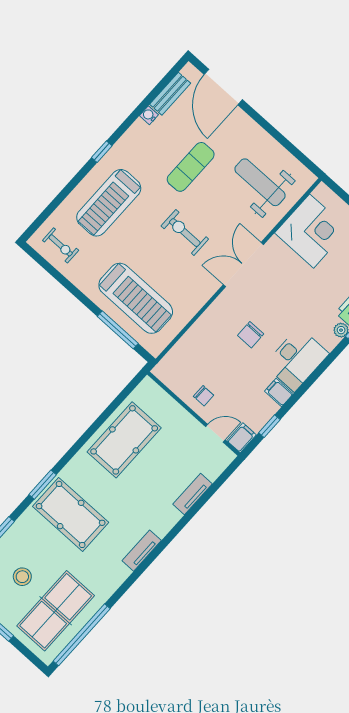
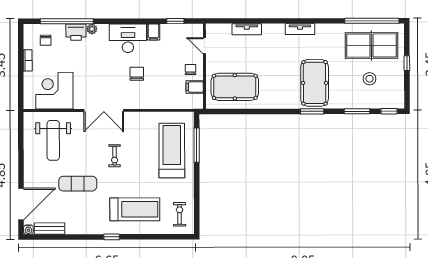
water cooler: (149, 115) -> (28, 230), moved
exercise bike: (185, 233) -> (115, 156), width x0.73, depth x0.72
chair: (251, 335) -> (137, 74), turned -90
filing cabinet: (242, 438) -> (195, 87), moved
pool table: (124, 440) -> (235, 87), moved

